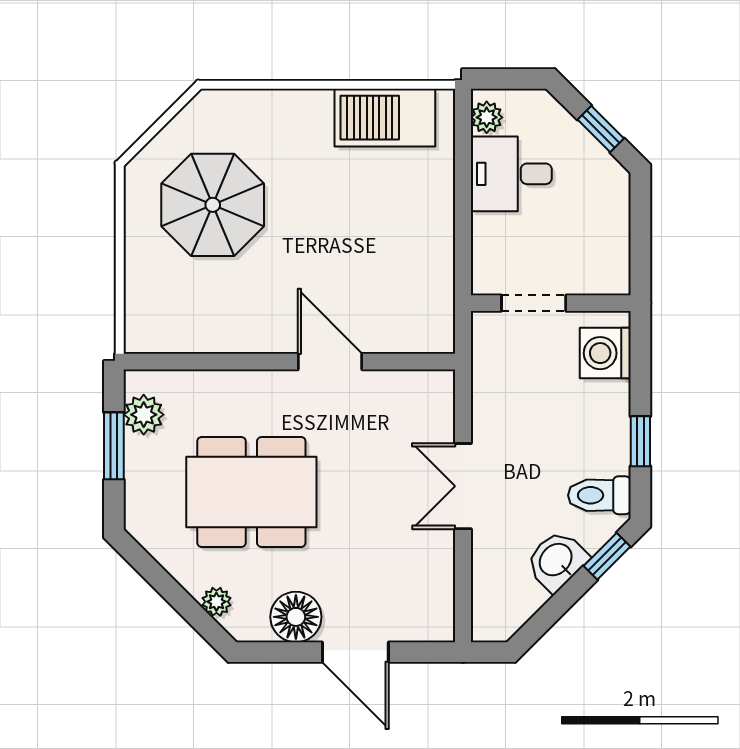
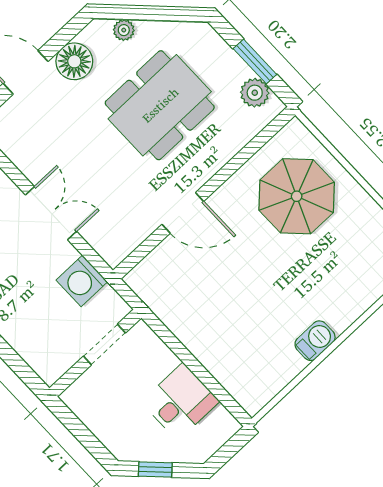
plant: (487, 117) -> (221, 419), removed
barbecue: (385, 118) -> (315, 341), moved, width x0.53, depth x0.65
parasol: (213, 205) -> (297, 196), moved
washing machine: (605, 353) -> (82, 281), moved, turned 180

